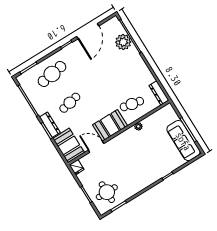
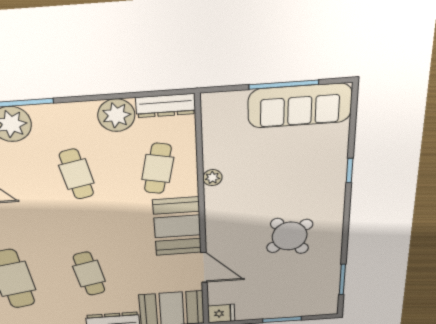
cafe table: (114, 75) -> (76, 174), added
plant: (146, 78) -> (116, 115), added
door: (96, 147) -> (204, 267), swing flipped
round table: (107, 192) -> (290, 236), moved, turned -38

